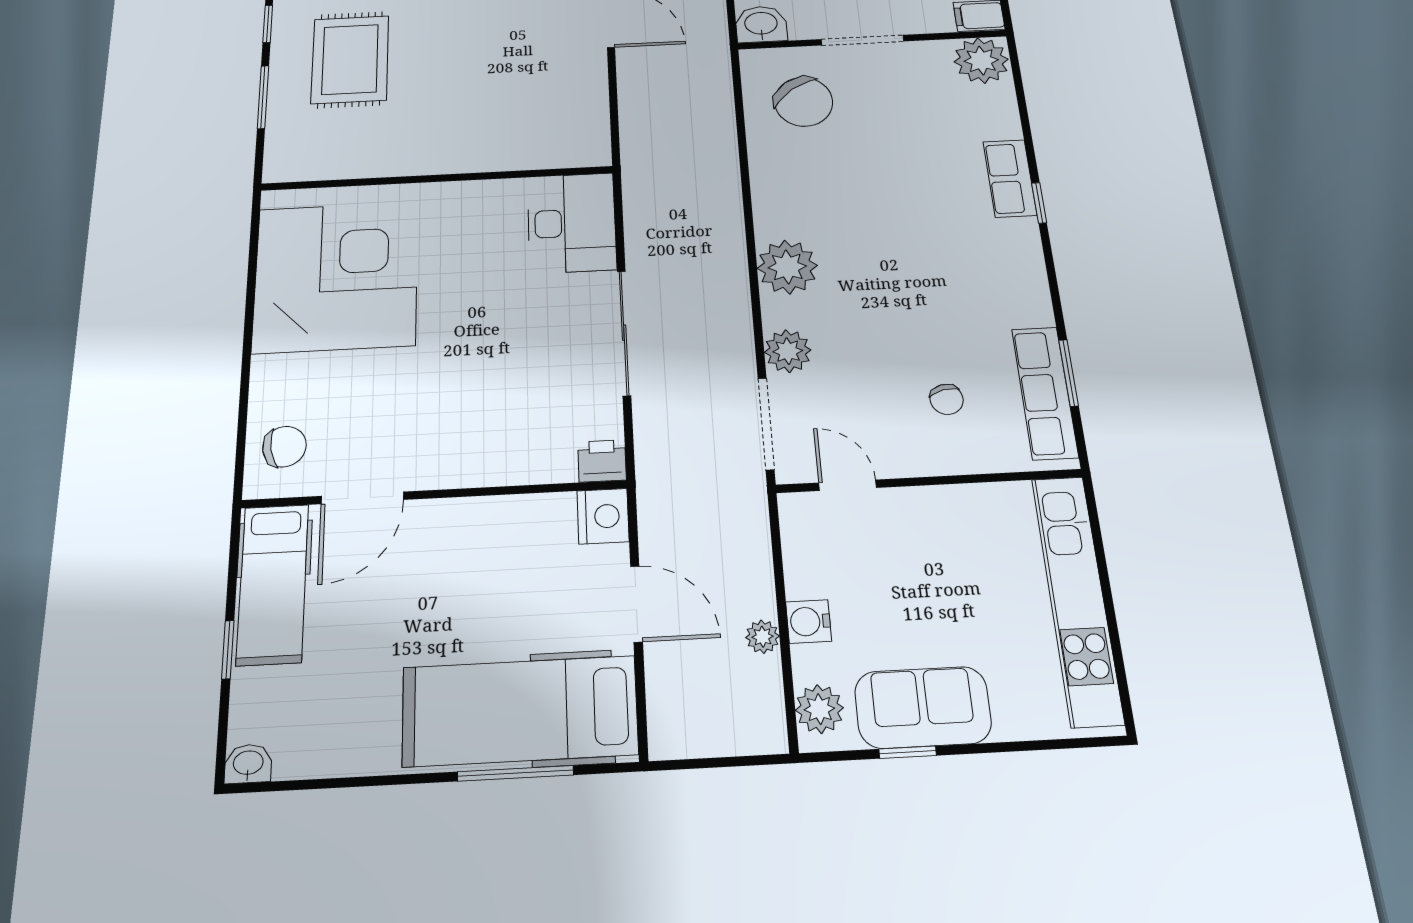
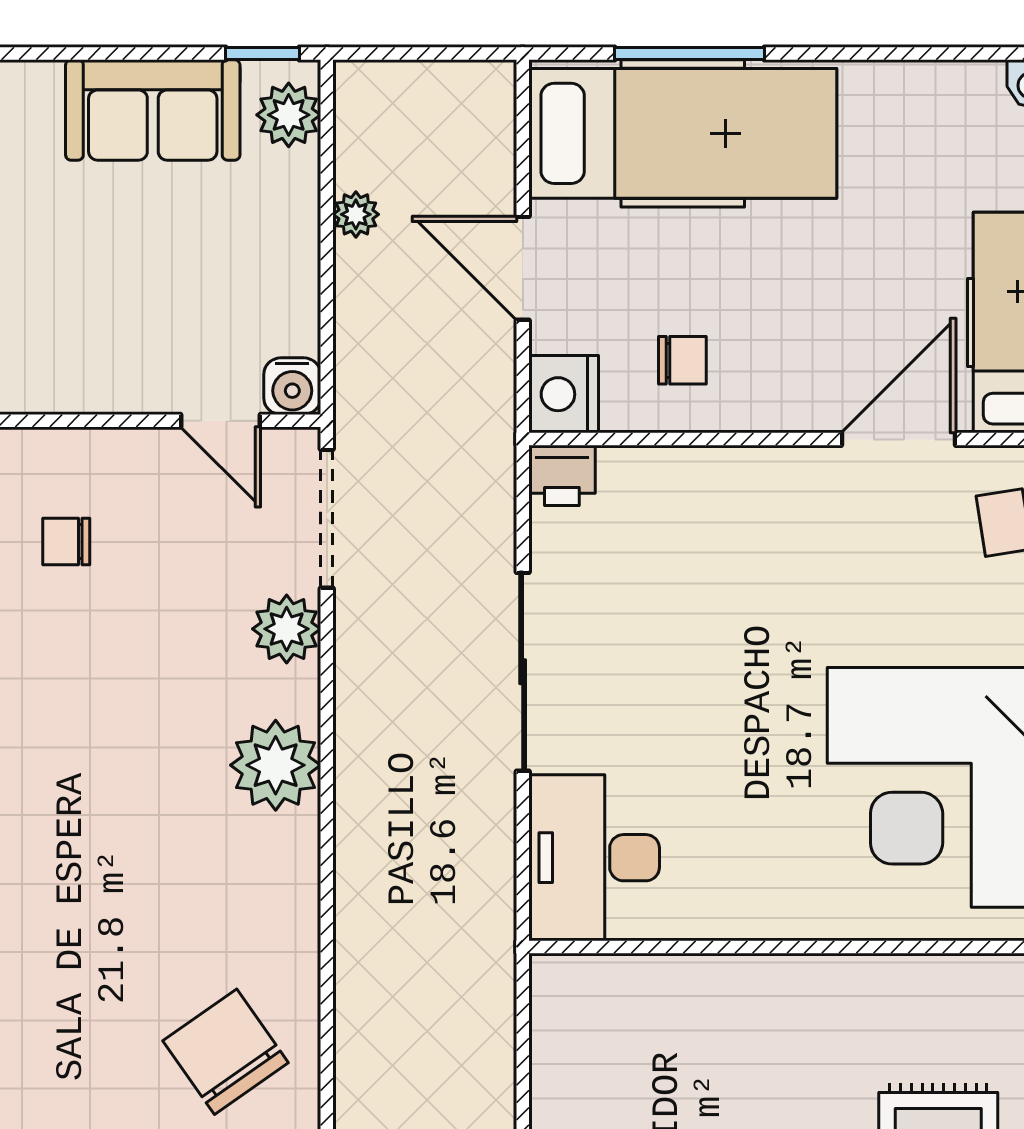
chair: (947, 399) -> (66, 541), turned -77
chair: (518, 544) -> (682, 360), added
water cooler: (809, 621) -> (292, 386), moved, turned 90
window: (908, 752) -> (262, 54), moved

